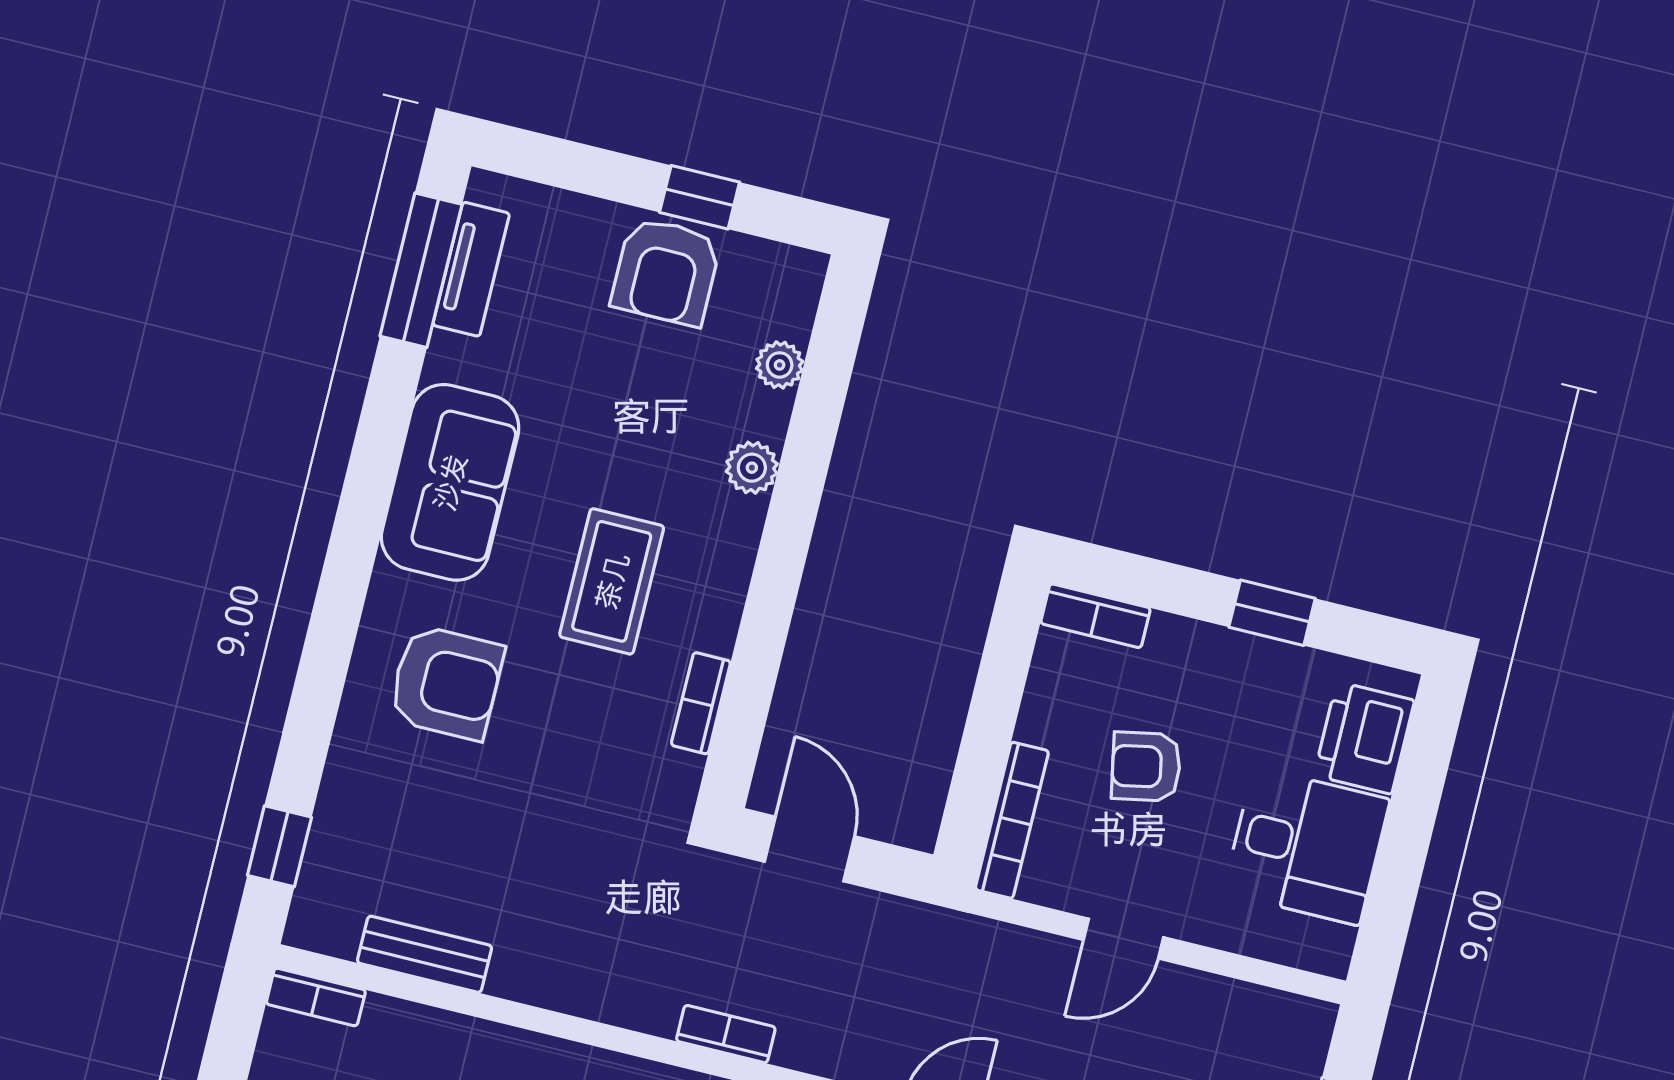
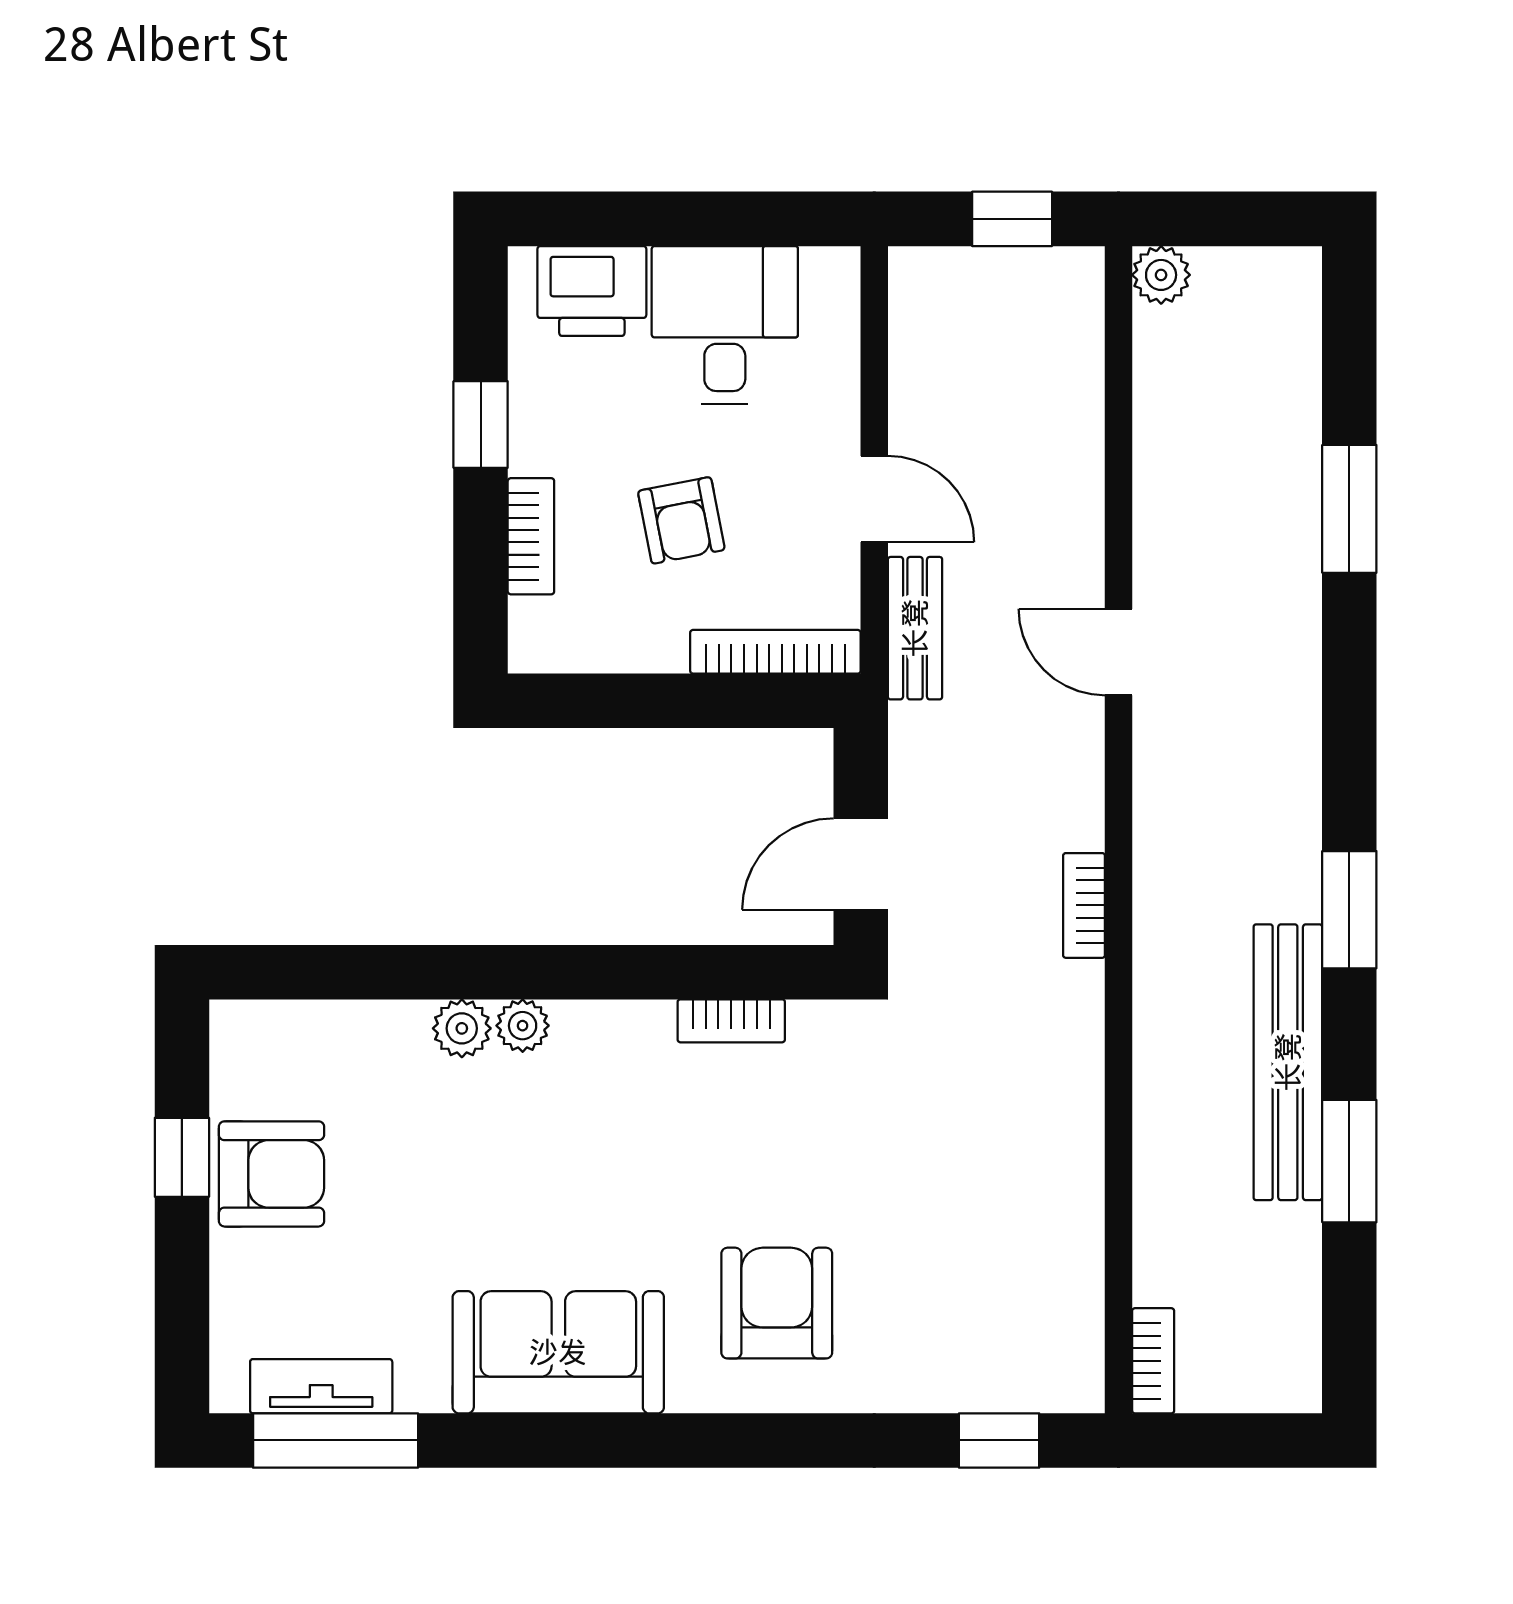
plant: (780, 365) -> (523, 1026), moved
coffee table: (612, 581) -> (623, 1150), removed
bookcase: (1095, 616) -> (531, 536), moved
bench: (424, 954) -> (915, 628), moved

